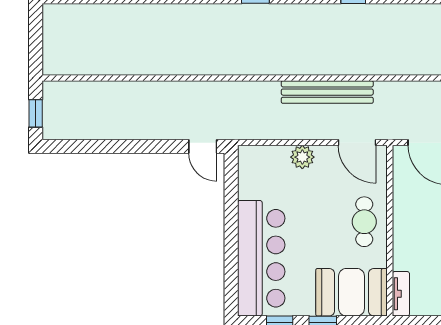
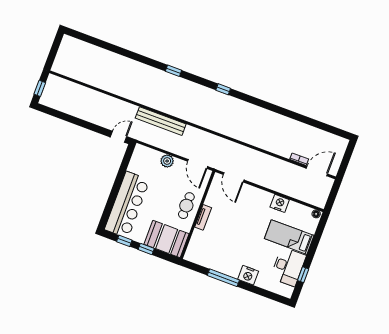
bench: (327, 92) -> (161, 121), moved
door: (203, 146) -> (118, 137), swing flipped
tv unit: (401, 294) -> (203, 217), moved

